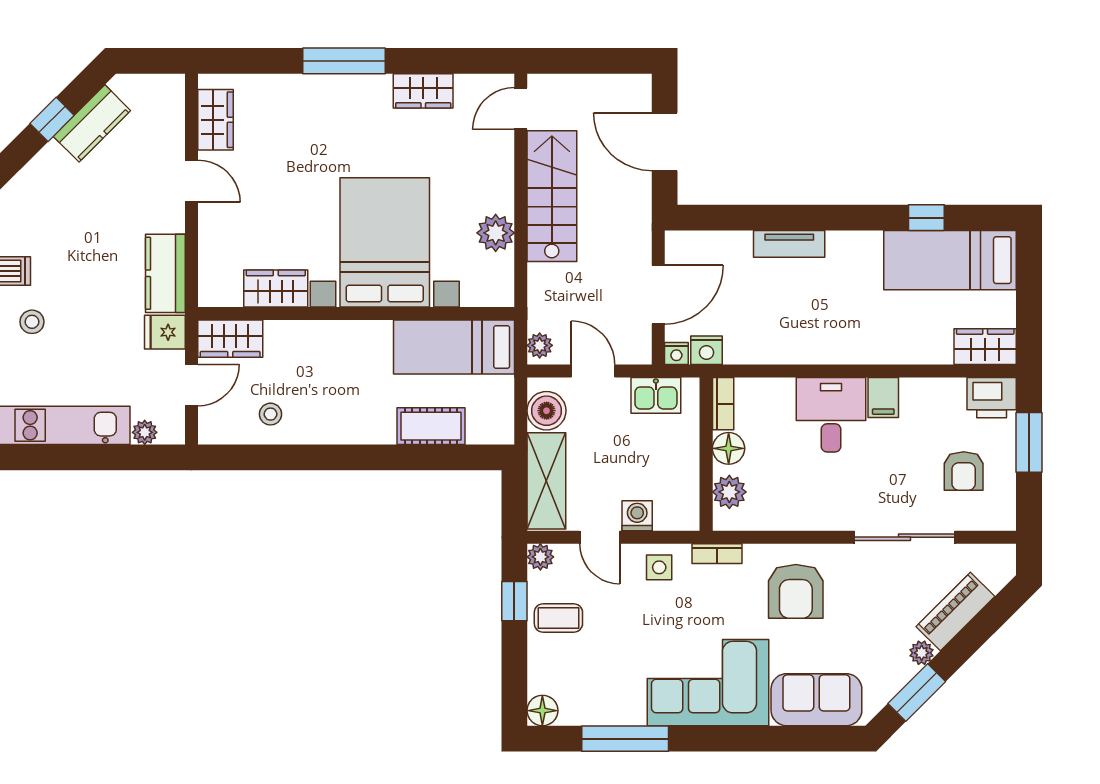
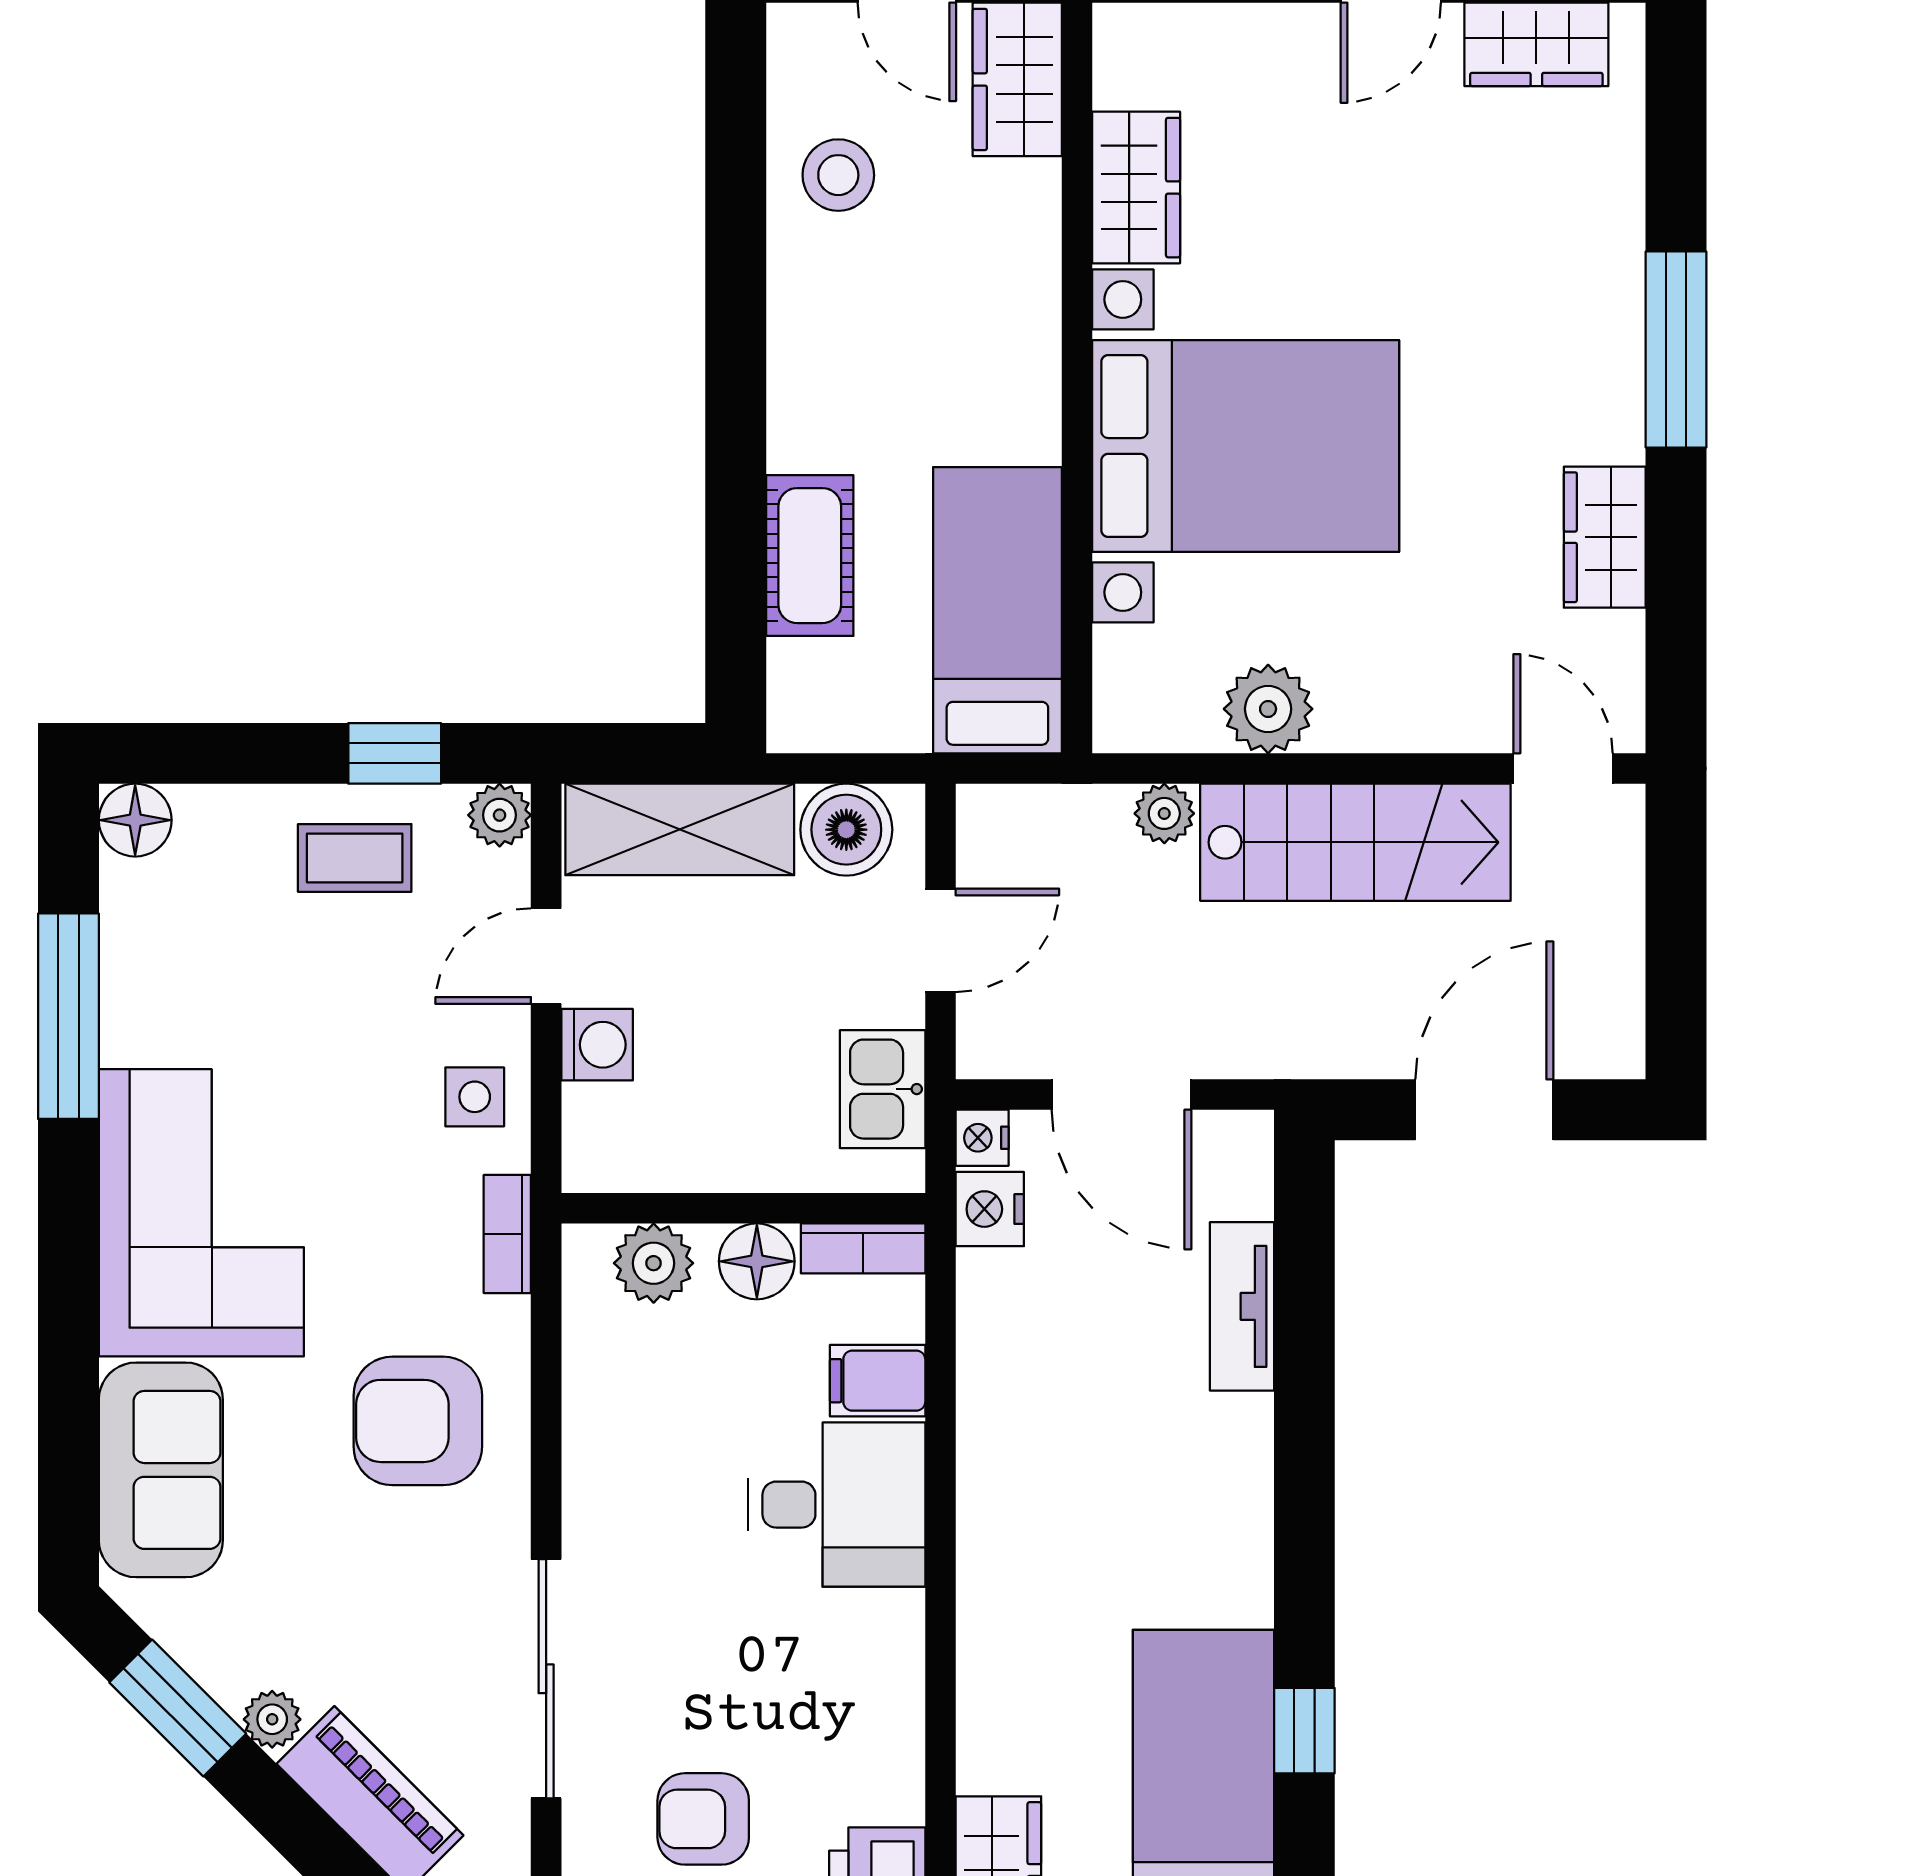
tv unit: (789, 244) -> (1242, 1306), moved
plant: (540, 345) -> (1164, 813), moved
filing cabinet: (883, 397) -> (878, 1381), moved
stool: (270, 414) -> (838, 175), width x1.37, depth x1.37
coffee table: (558, 618) -> (355, 858), turned 90

